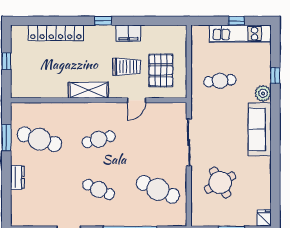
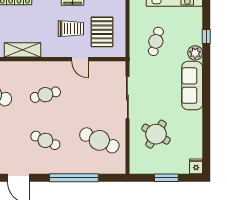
cafe table: (220, 81) -> (156, 41), turned -70
shelving: (88, 90) -> (23, 50), moved
door: (137, 100) -> (80, 59), hinge flipped
round table: (220, 183) -> (156, 134), turned -30

